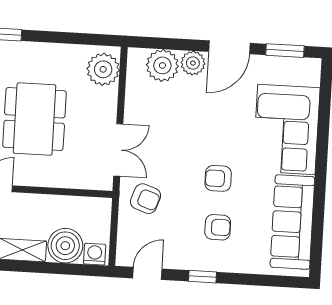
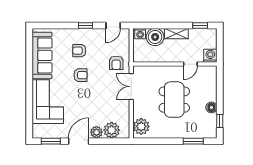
armchair: (146, 199) -> (116, 63), turned -109

